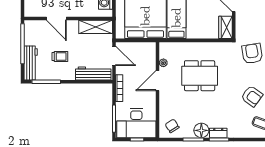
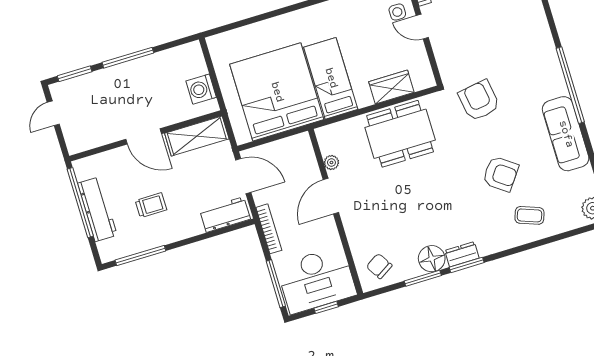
door: (56, 19) -> (144, 136), moved
wardrobe: (226, 27) -> (391, 87), moved, turned 90
workbench: (31, 63) -> (97, 209), moved
workbench: (93, 73) -> (225, 214), width x0.73
dining table: (200, 76) -> (400, 134), moved

